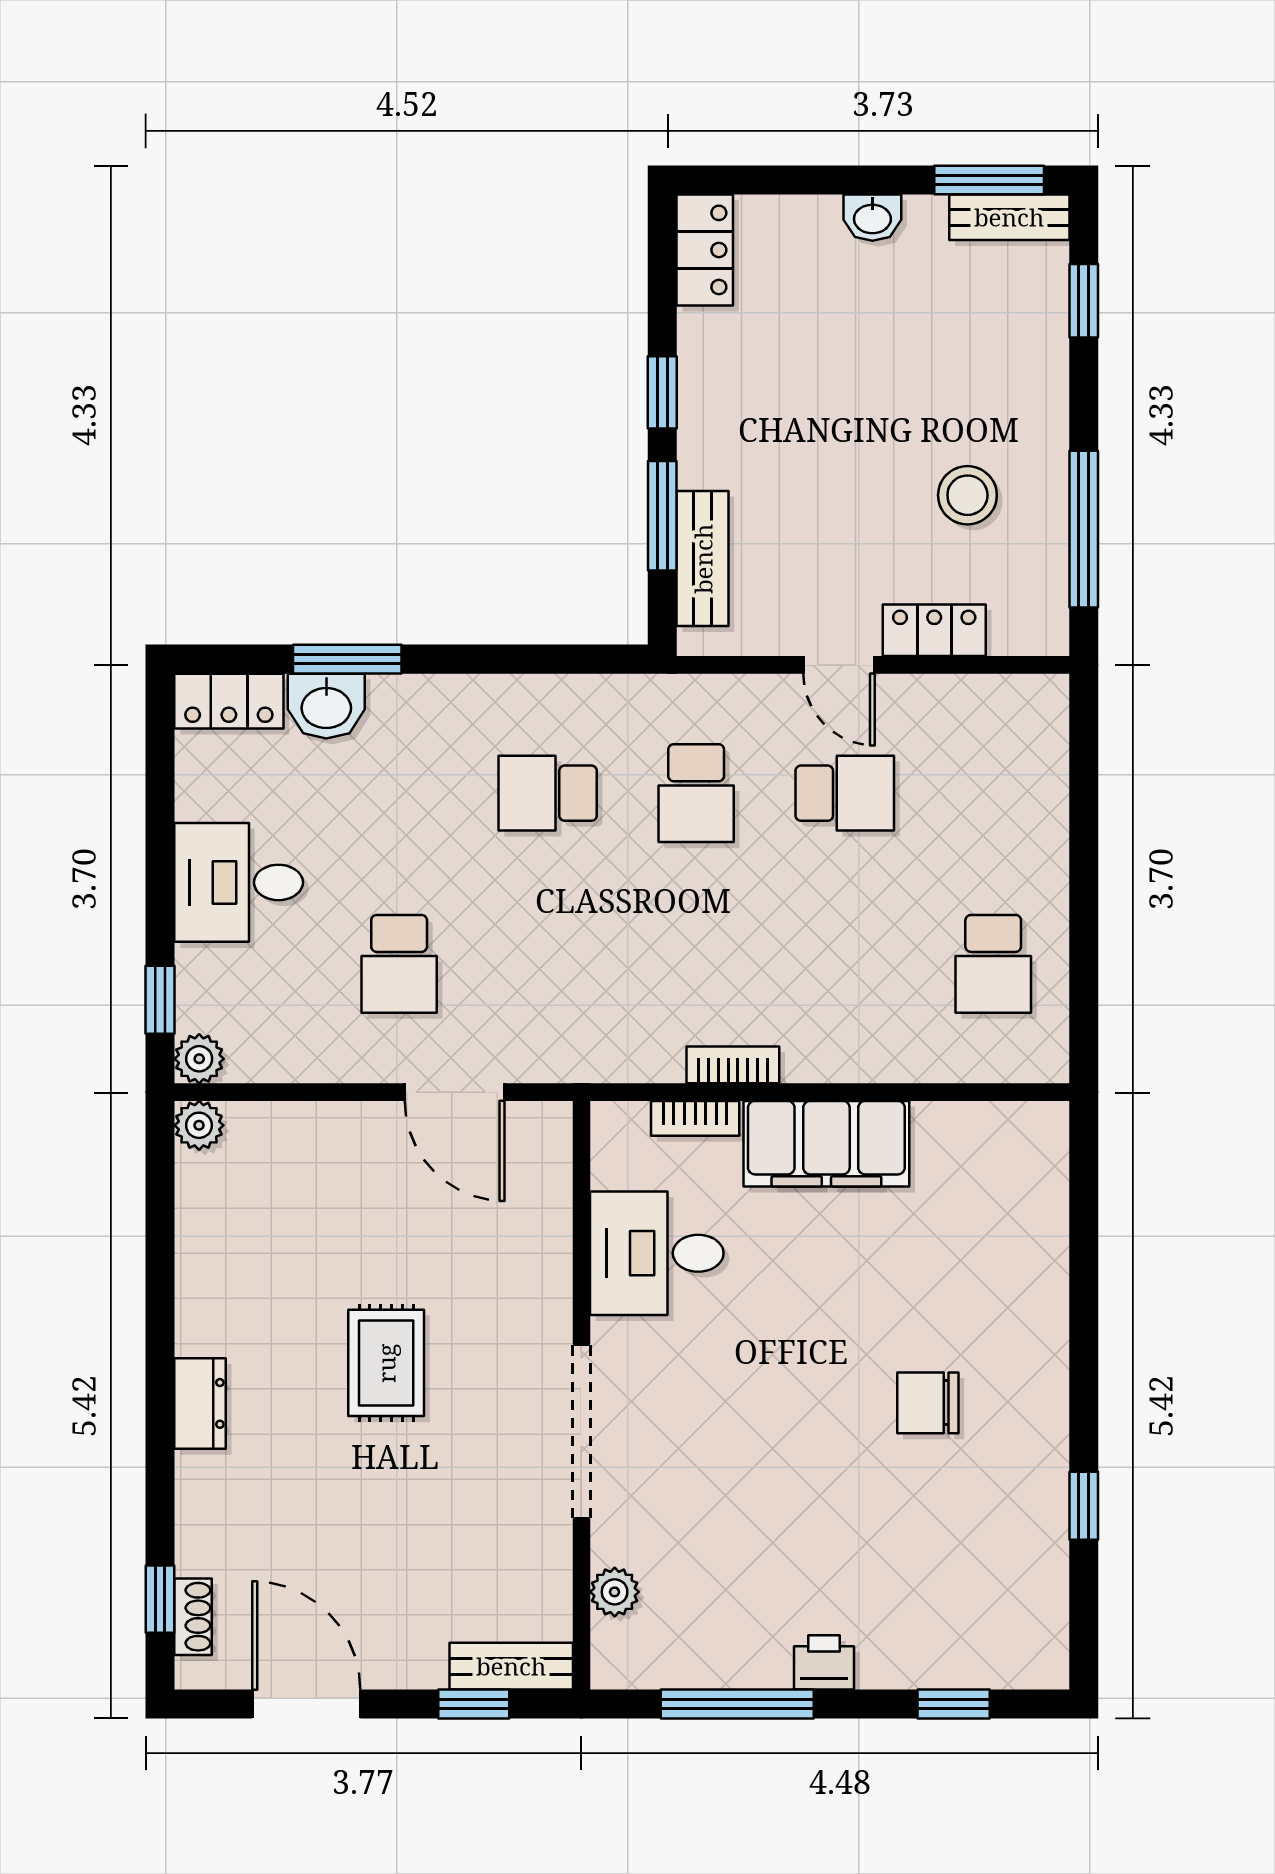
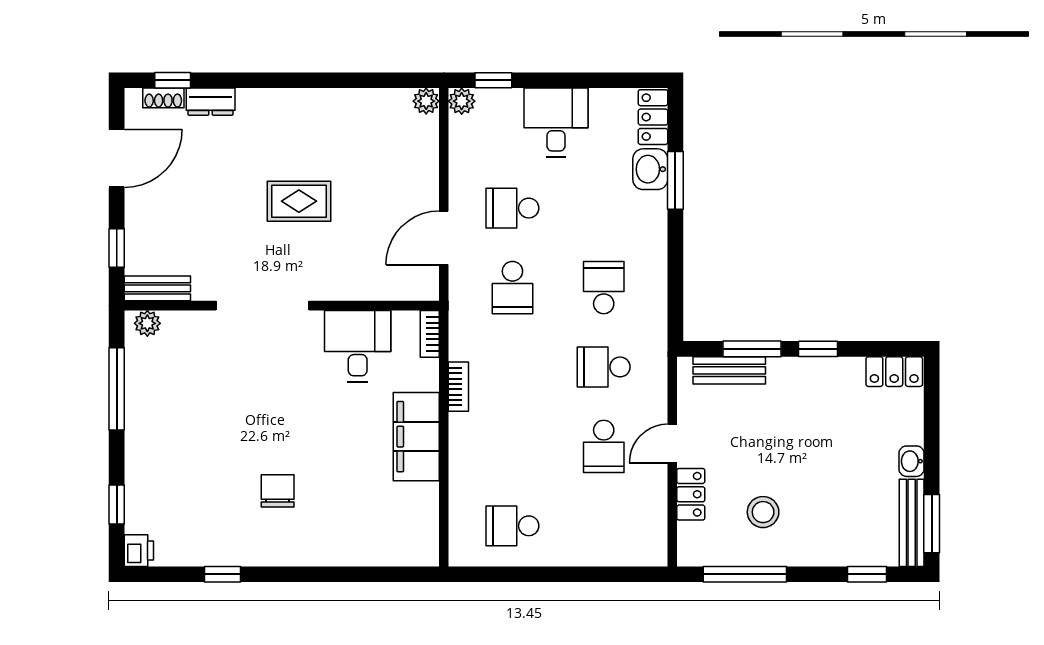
bench: (1009, 217) -> (912, 523), width x1.36
school desk: (548, 964) -> (512, 288), added
bookcase: (695, 1118) -> (430, 334), moved
dresser: (200, 1403) -> (211, 102), moved
plant: (615, 1592) -> (147, 323), moved
printer: (824, 1662) -> (139, 551), moved
bench: (511, 1666) -> (157, 288), moved, turned 90

